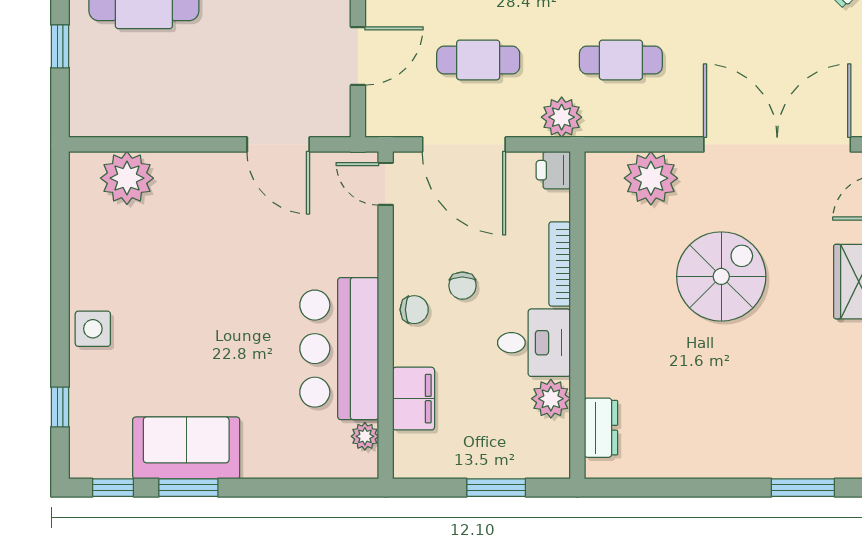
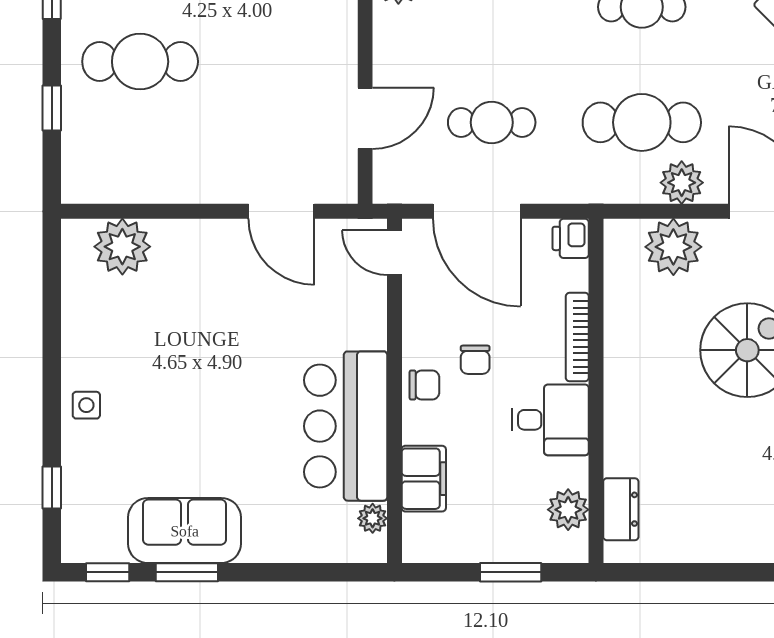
cafe table: (621, 60) -> (642, 122), width x1.37, depth x1.35
plant: (562, 117) -> (682, 183), moved
side table: (93, 329) -> (86, 405), width x0.73, depth x0.73
plant: (551, 399) -> (568, 510), moved

